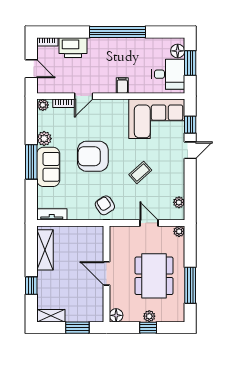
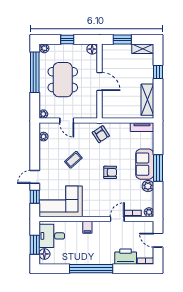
armchair: (93, 156) -> (110, 172), width x0.53, depth x0.53
window: (190, 285) -> (35, 72), width x1.46
plant: (149, 316) -> (44, 48), moved

